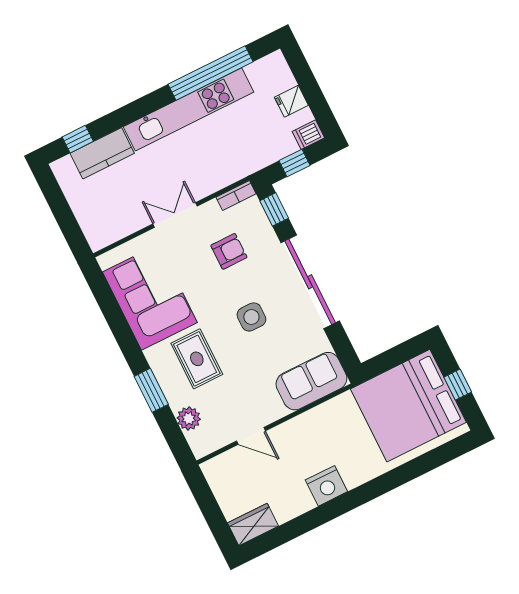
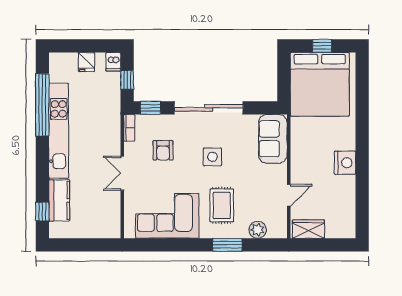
armchair: (229, 251) -> (163, 150), turned 180
rug: (197, 359) -> (222, 205), turned 90
wardrobe: (253, 524) -> (308, 229), moved, turned 90

